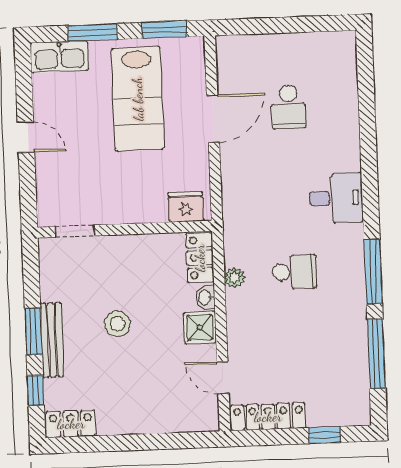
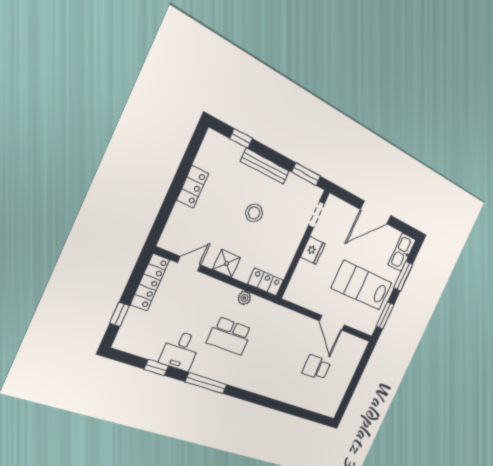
door: (26, 137) -> (376, 213), width x1.88
desk: (336, 198) -> (180, 351), moved
fridge: (186, 207) -> (313, 250), moved
school desk: (295, 272) -> (230, 336), width x1.85
washbasin: (205, 297) -> (242, 275), removed
window: (33, 332) -> (306, 174), moved
window: (376, 354) -> (156, 367), width x0.46
locker: (71, 424) -> (193, 187), moved

